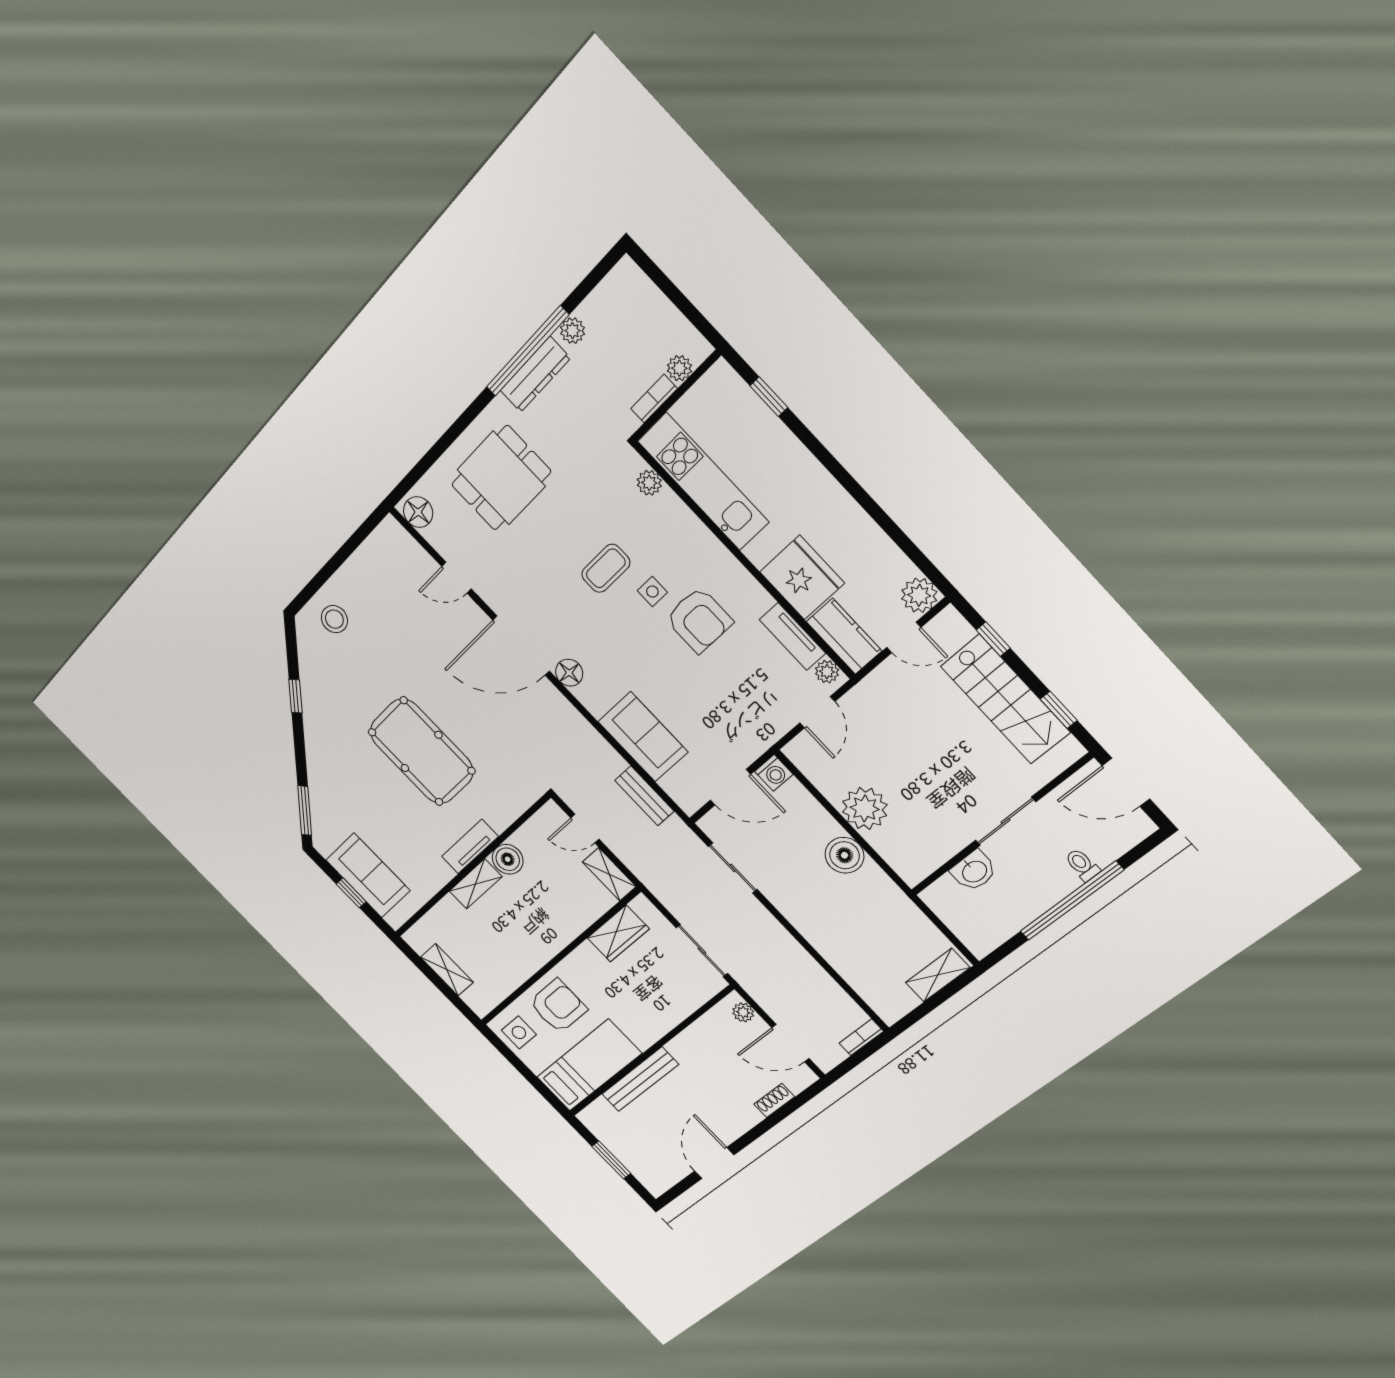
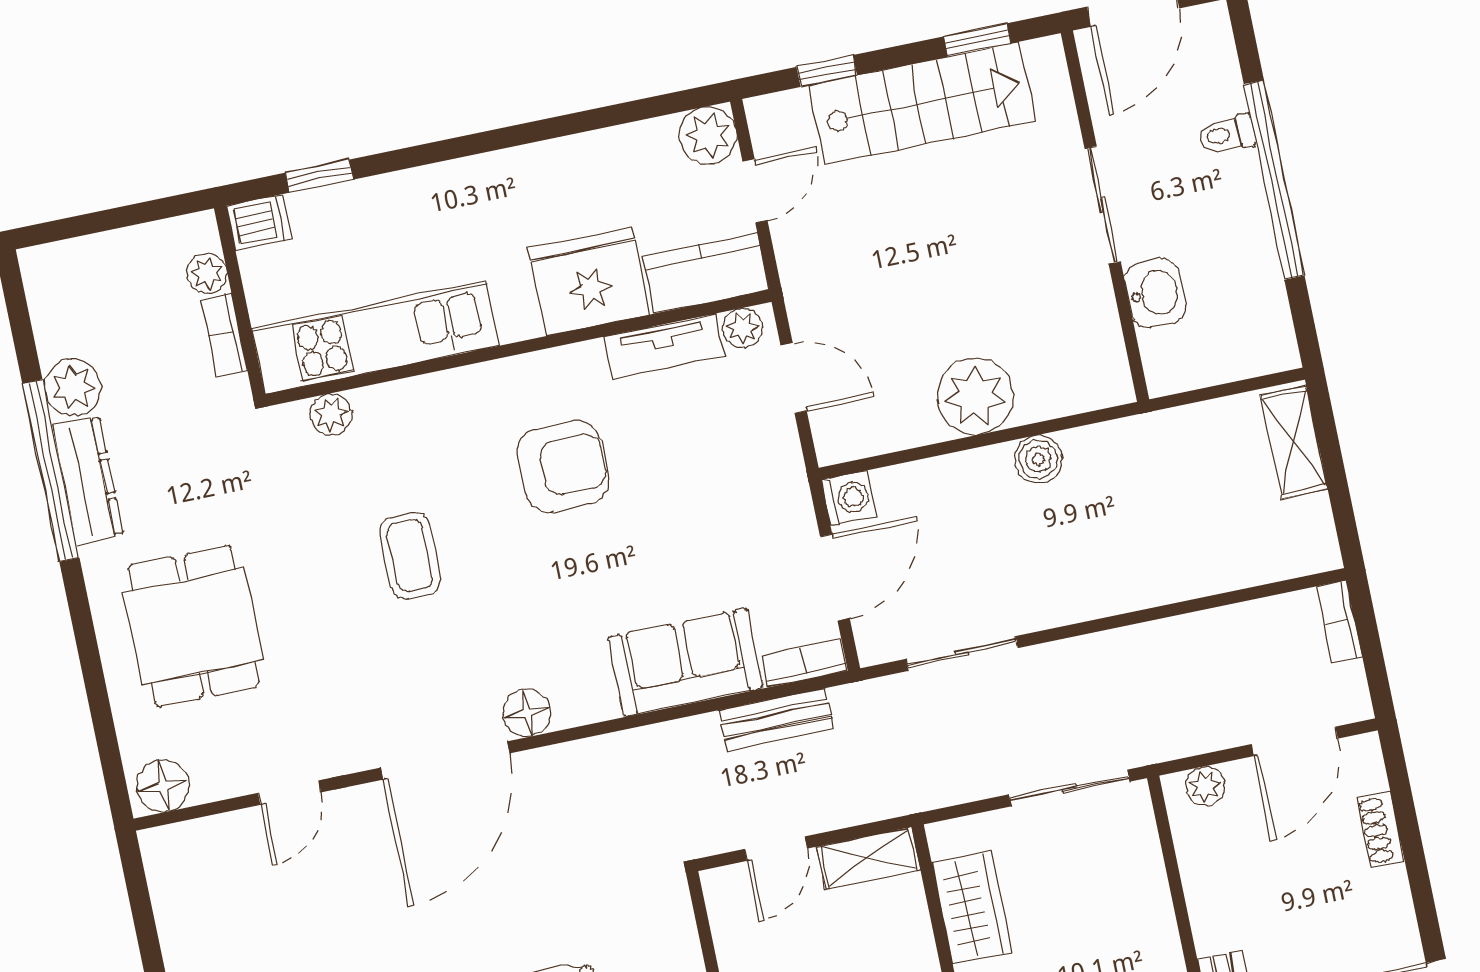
plant: (572, 331) -> (73, 387), width x1.38, depth x1.38
dishwasher: (724, 379) -> (259, 222), added
side table: (652, 592) -> (483, 509), removed
bookcase: (679, 795) -> (804, 663), added
boiler: (845, 855) -> (1038, 459), width x0.73, depth x0.73

